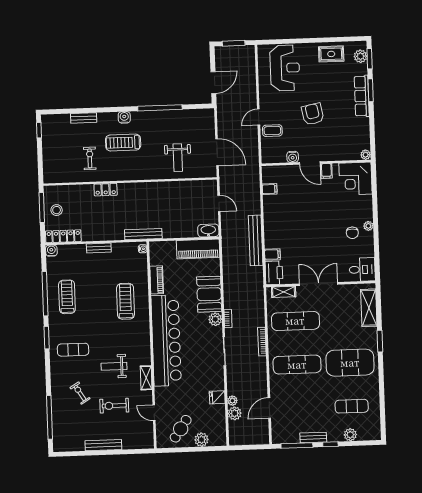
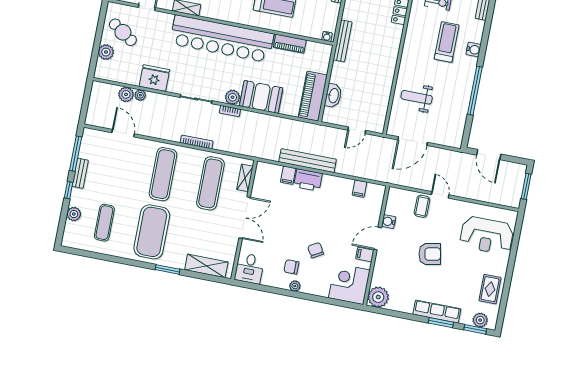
plant: (366, 155) -> (378, 297), width x1.87, depth x1.87
chair: (333, 215) -> (316, 250), added
washbasin: (208, 231) -> (333, 96), moved
printer: (274, 273) -> (308, 180), moved
fridge: (217, 397) -> (154, 78), width x1.88, depth x1.34

